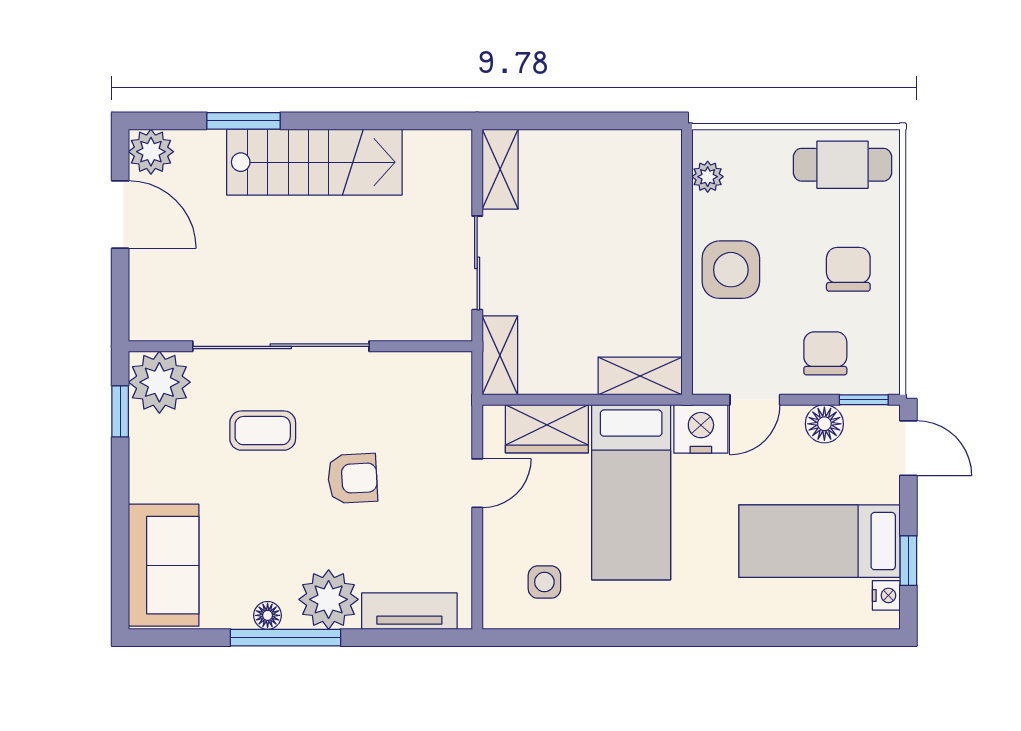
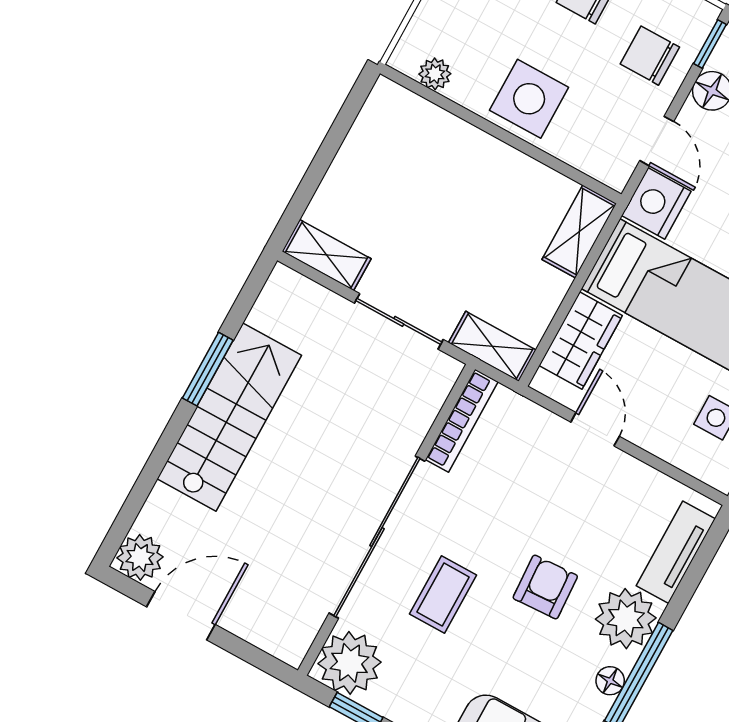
window: (243, 121) -> (208, 369), moved
bookcase: (421, 364) -> (462, 421), added
armchair: (353, 478) -> (545, 587), moved

